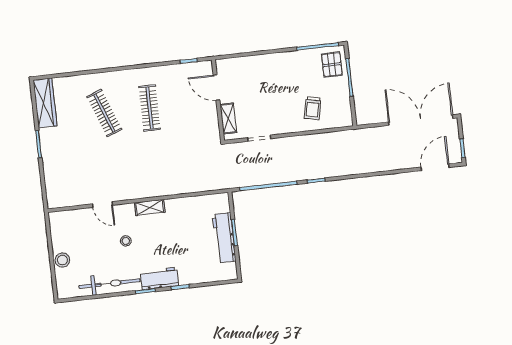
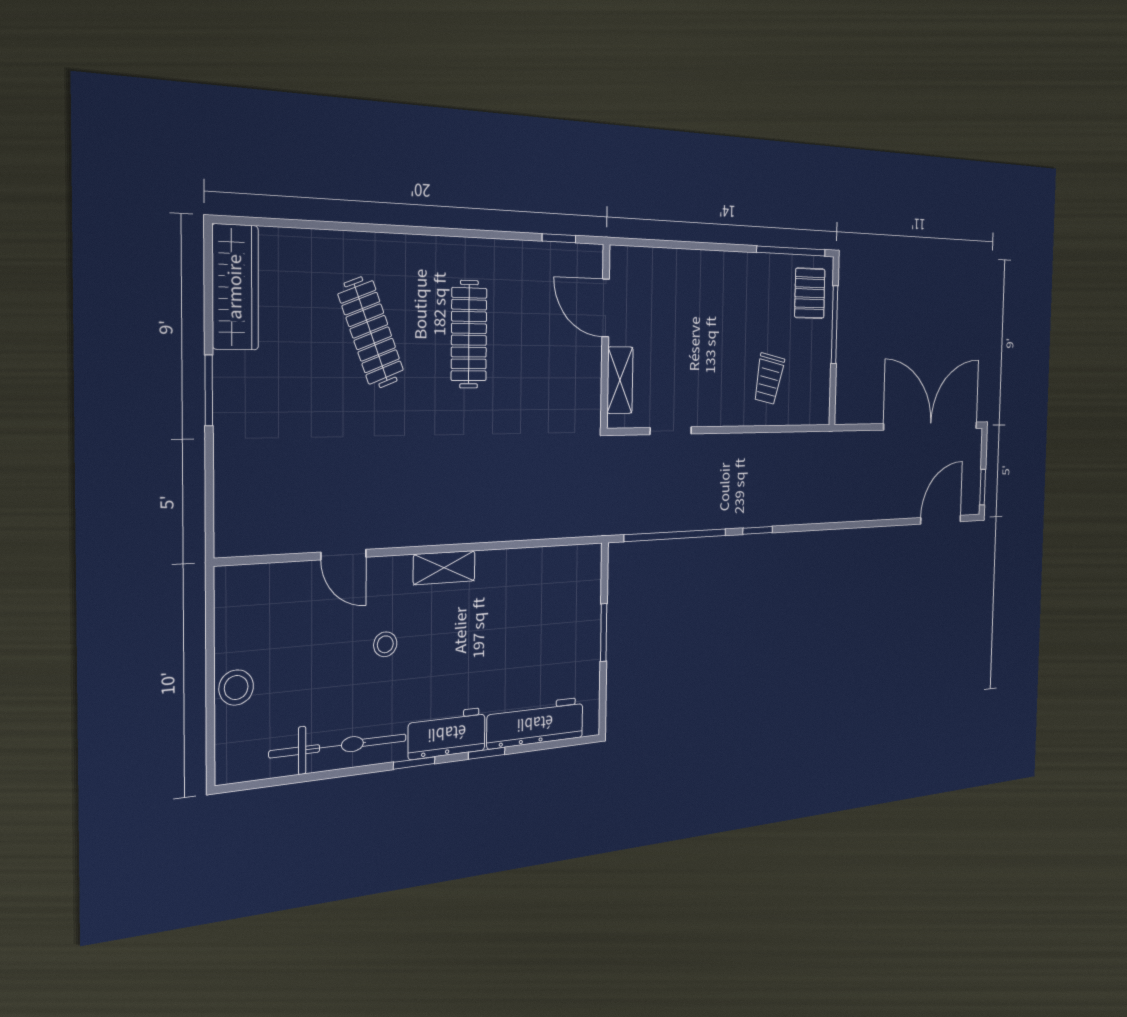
workbench: (224, 238) -> (535, 723), moved, turned 90

